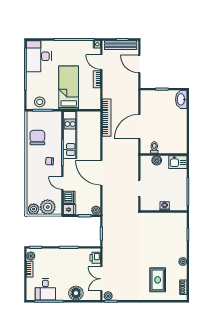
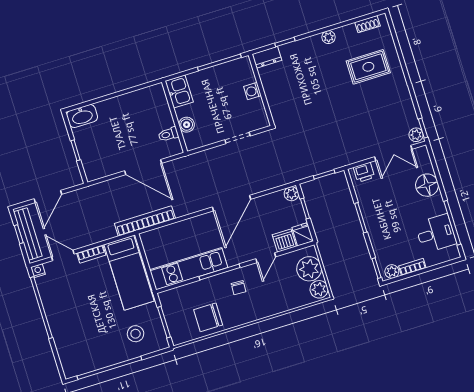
desk: (39, 56) -> (84, 354), removed
door: (101, 62) -> (63, 255), swing flipped
bed: (69, 88) -> (129, 273), moved, turned -90
stool: (40, 102) -> (136, 334), moved
dresser: (182, 221) -> (267, 57), added

